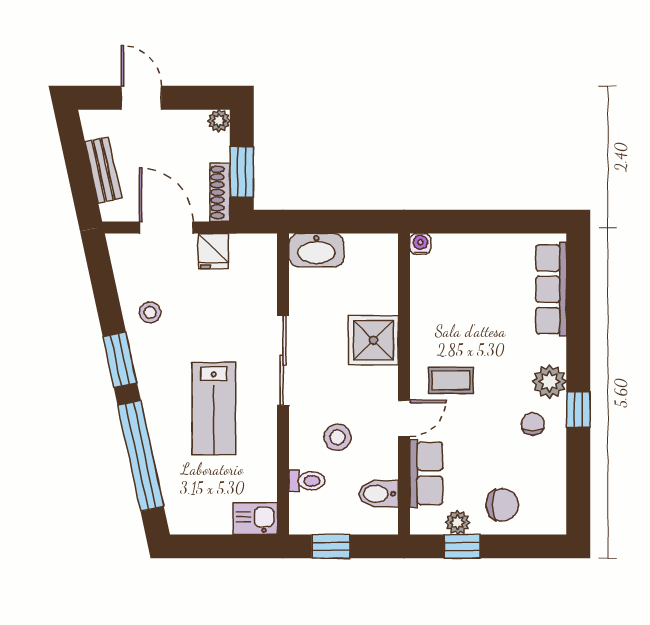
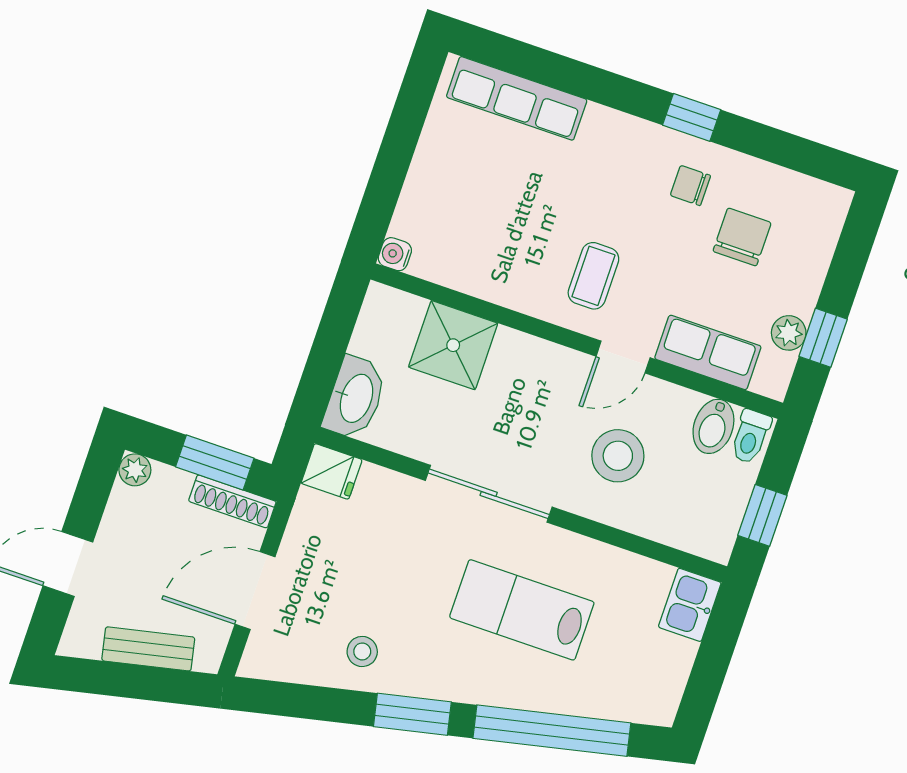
fridge: (213, 251) -> (332, 471), moved
shower: (373, 340) -> (453, 345), moved
plant: (549, 382) -> (641, 143), removed
lab bench: (214, 409) -> (522, 610), turned 180
door: (404, 418) -> (623, 357), swing flipped
stool: (338, 437) -> (618, 456), width x1.38, depth x1.38
toilet: (307, 481) -> (751, 437), moved, turned 180
chair: (502, 505) -> (742, 237), moved

